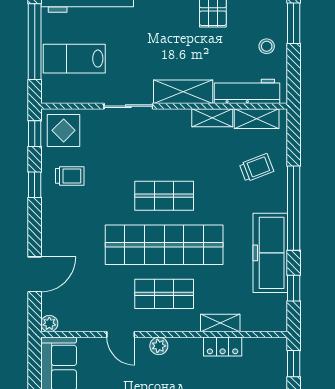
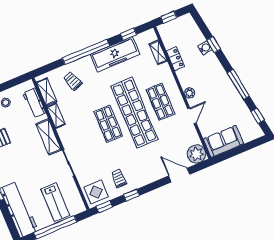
workbench: (247, 91) -> (34, 103), width x0.73
shelving: (220, 323) -> (158, 52), moved
plant: (49, 324) -> (197, 154), width x1.87, depth x1.87

